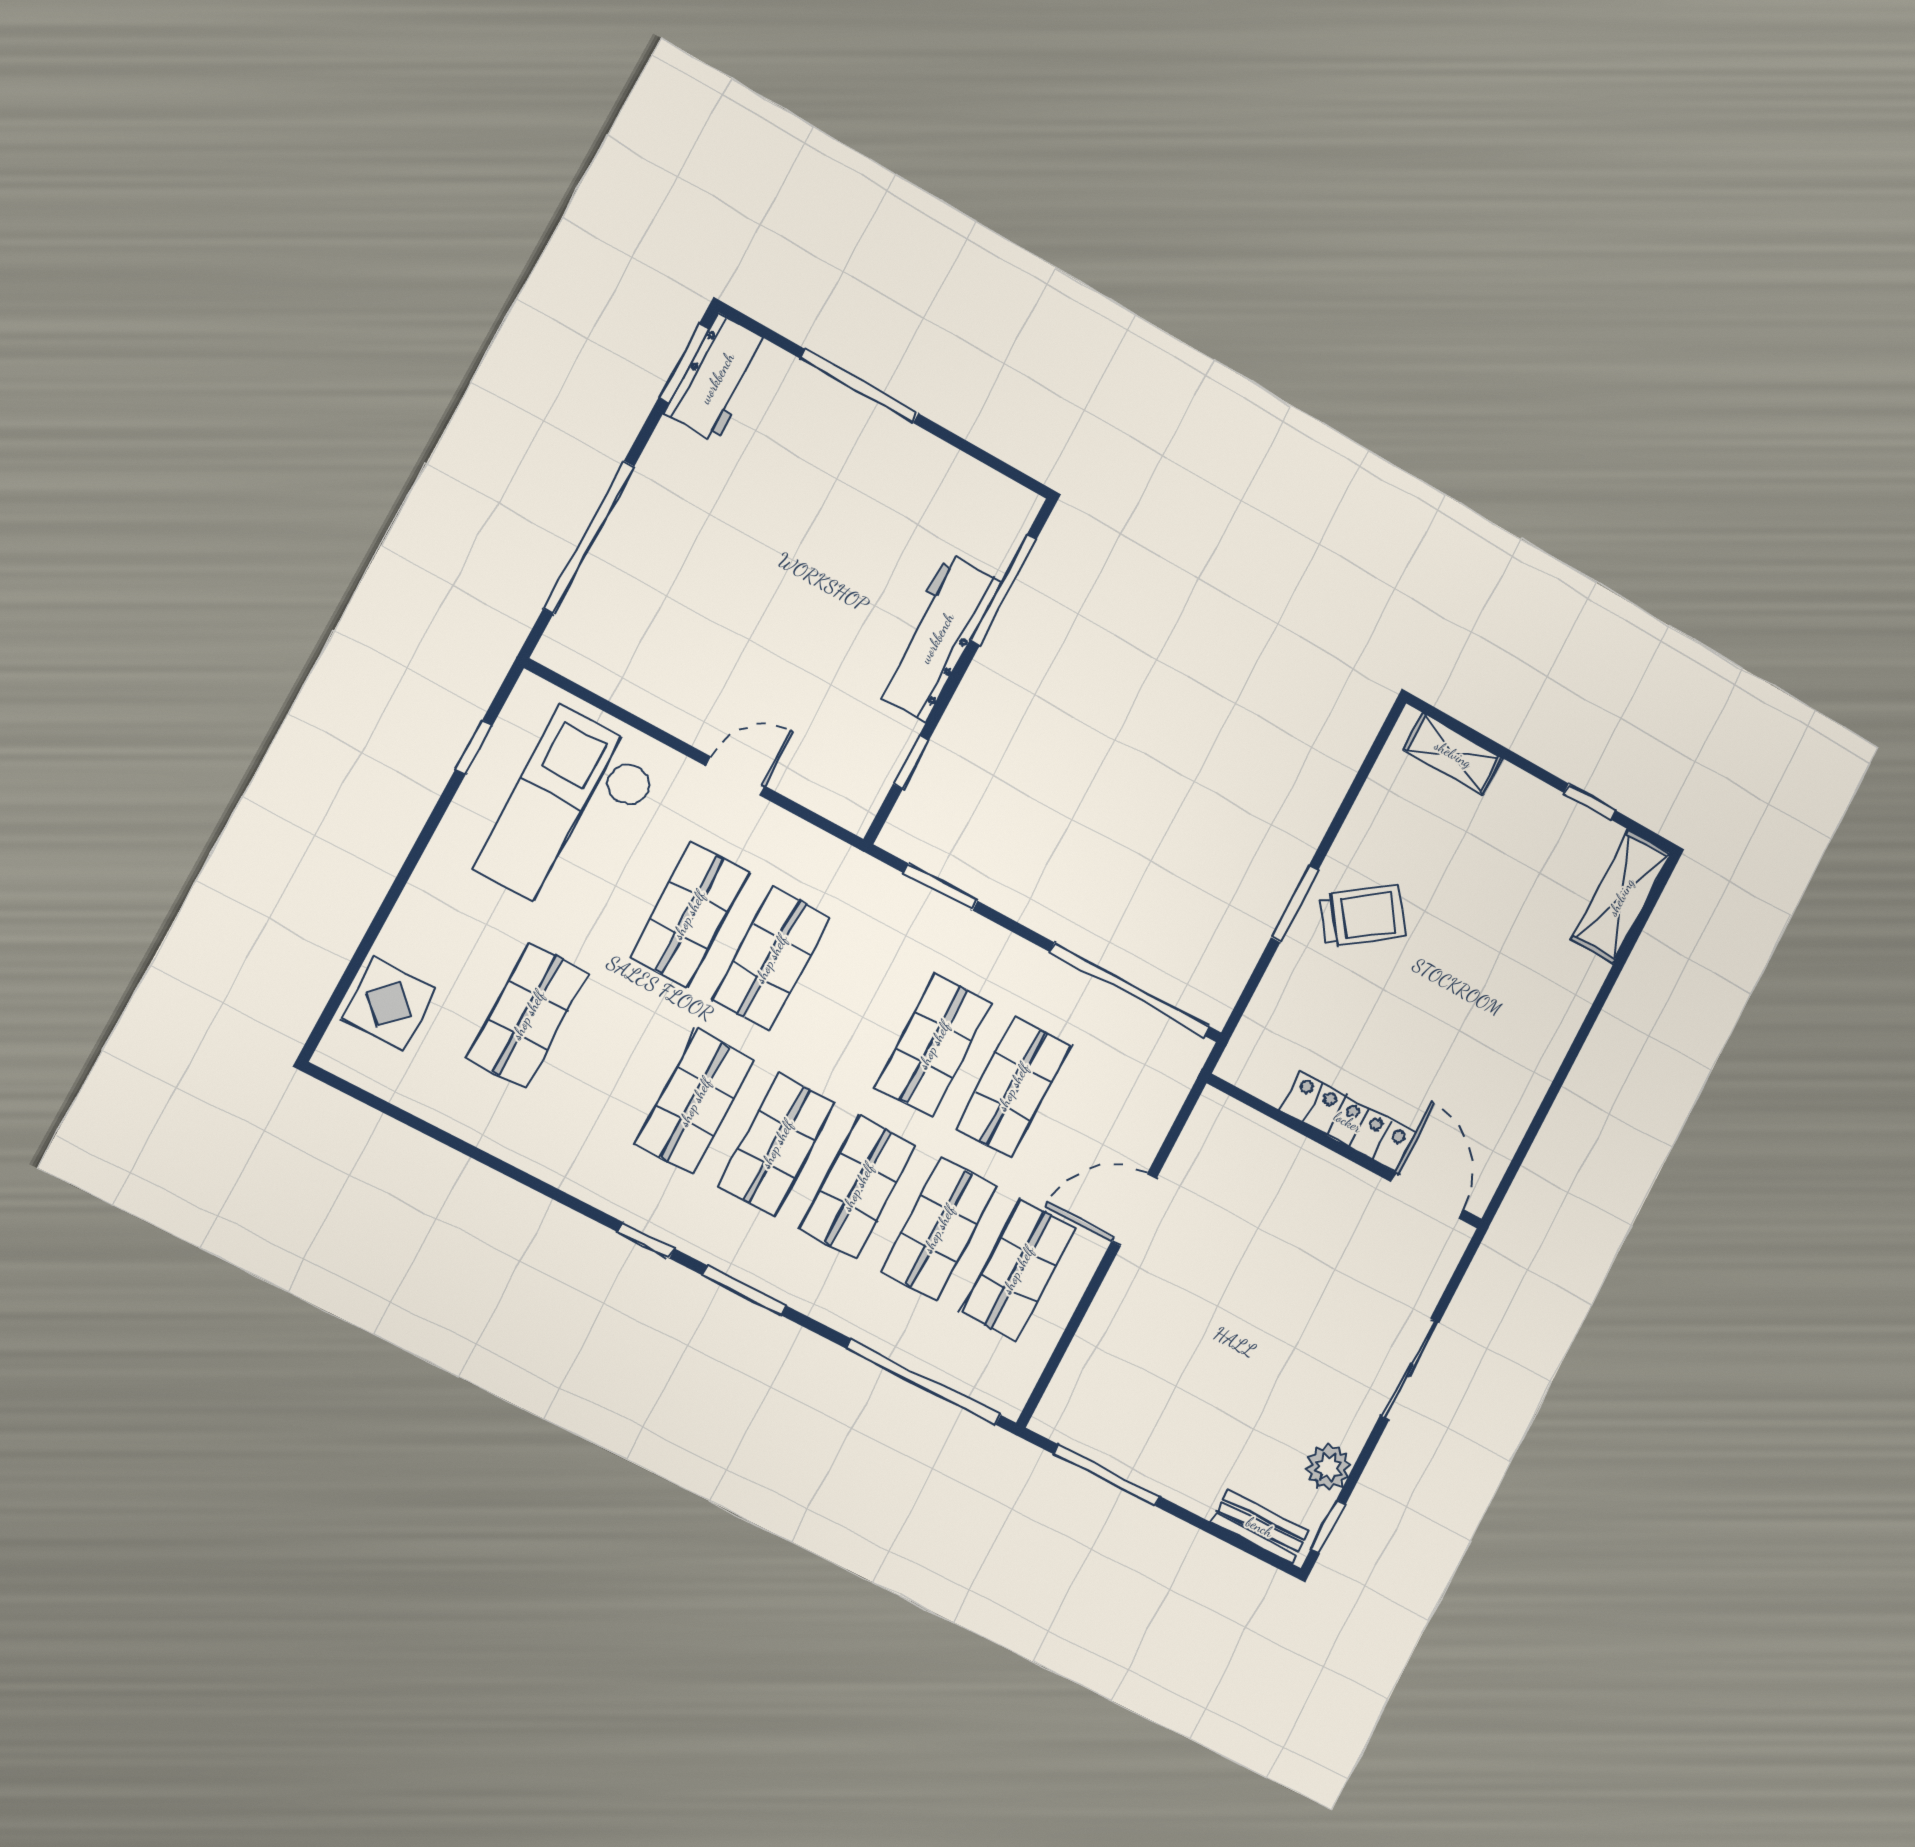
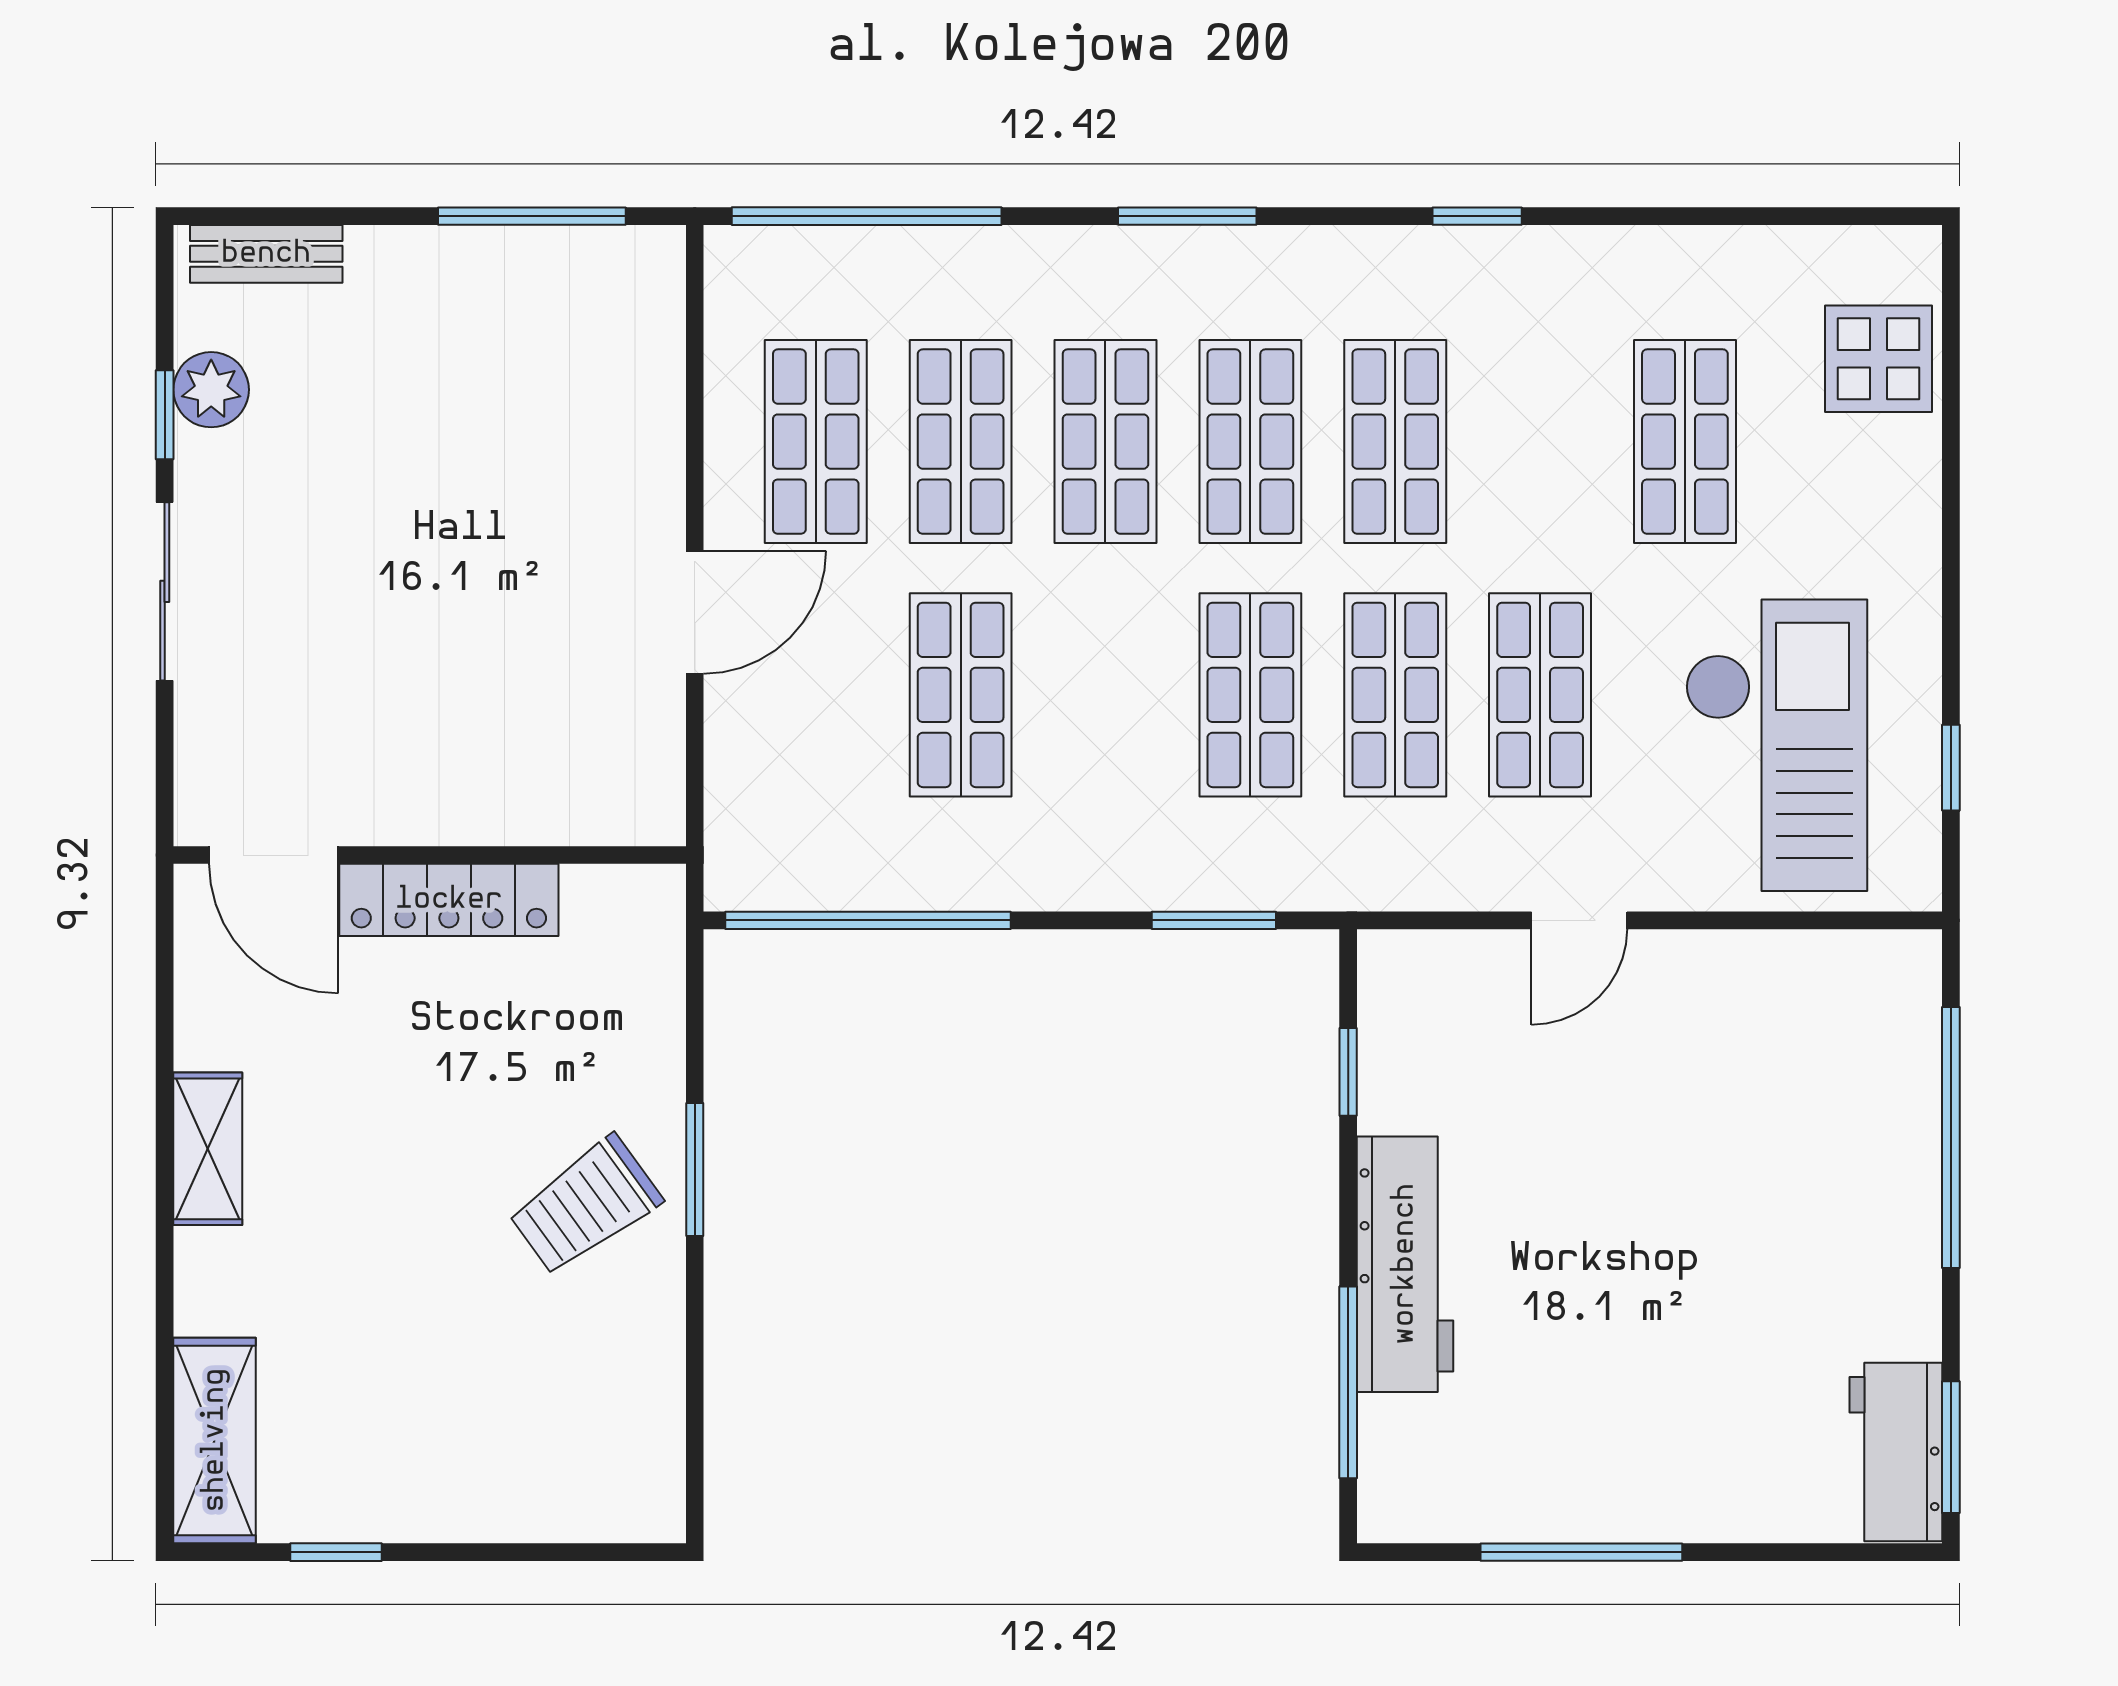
window: (859, 386) -> (1581, 1552), moved
shelving: (1453, 754) -> (208, 1149), moved, turned 90
shop shelf: (934, 1045) -> (1250, 695), moved
window: (646, 1240) -> (1477, 216), moved
window: (1328, 1527) -> (165, 415), moved

